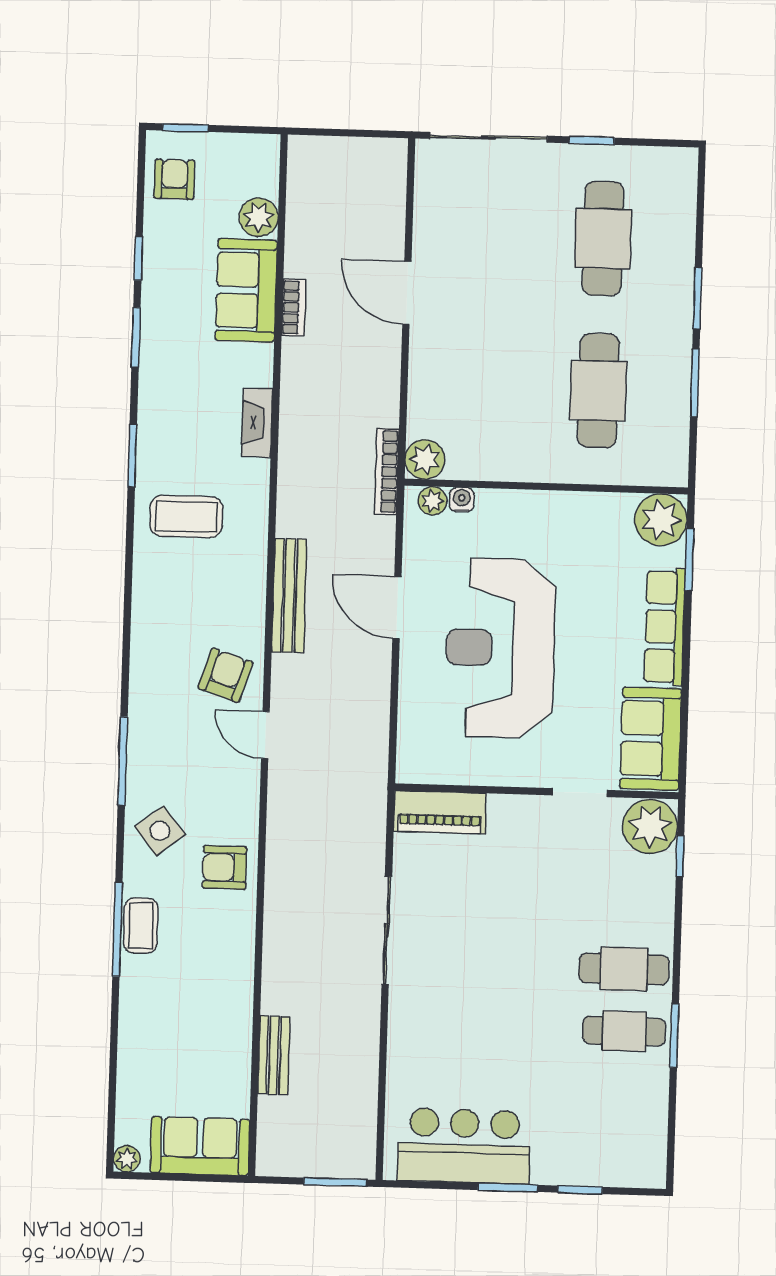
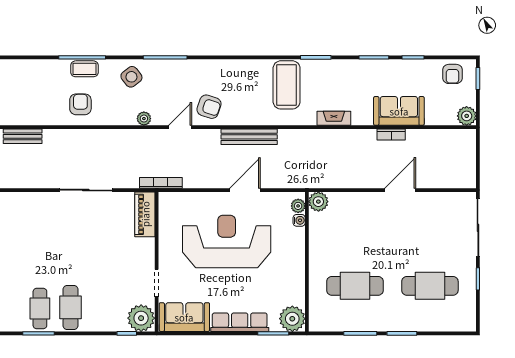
armchair: (175, 179) -> (452, 74), turned 90
plant: (259, 217) -> (467, 116), moved
bookcase: (387, 472) -> (161, 183), moved
coffee table: (186, 517) -> (287, 85), width x1.36, depth x1.32
plant: (245, 808) -> (144, 119), added
armchair: (224, 867) -> (80, 104), moved

